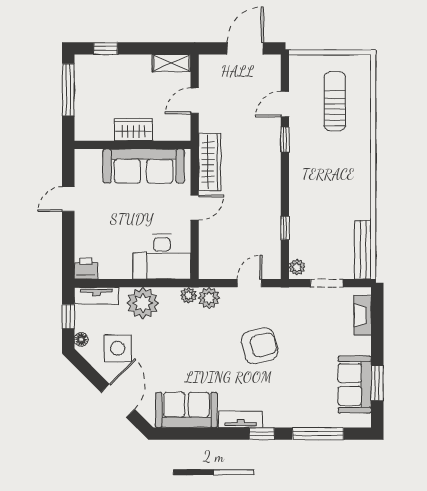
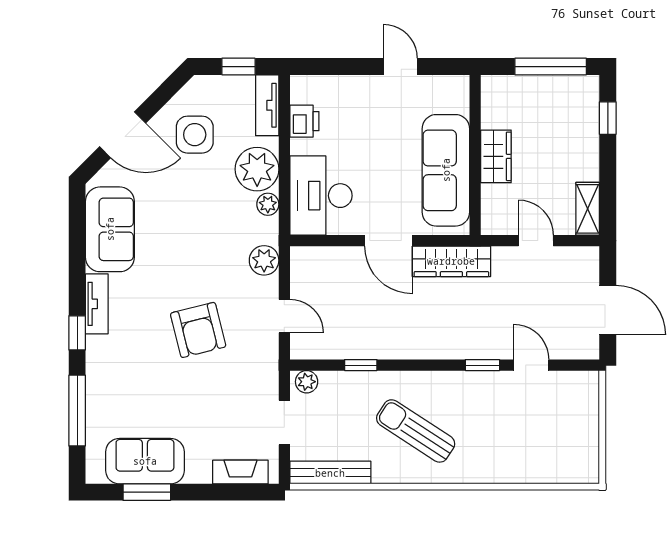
sun lounger: (335, 101) -> (416, 431), moved, turned -147
door: (195, 208) -> (388, 241), width x1.37
printer: (86, 269) -> (304, 121), moved
plant: (189, 295) -> (268, 204), moved
floor lamp: (81, 339) -> (207, 84), removed

